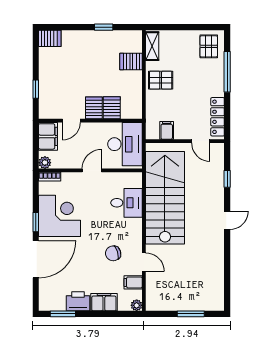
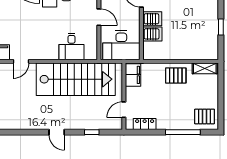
server rack: (131, 62) -> (192, 50), removed
pallet: (161, 80) -> (176, 75), turned 90
locker: (218, 117) -> (145, 124), width x0.66
filing cabinet: (167, 130) -> (133, 75), width x2.00
chair: (113, 253) -> (28, 35), removed

